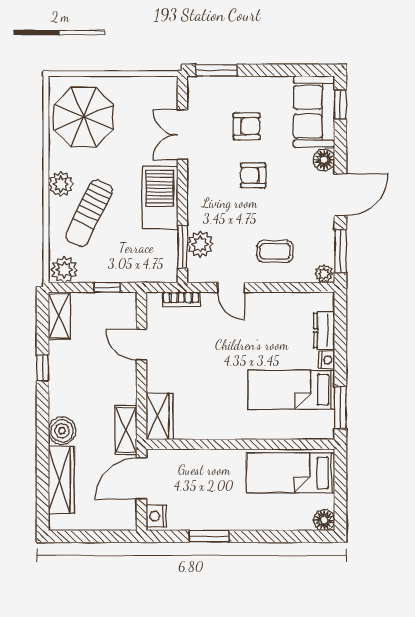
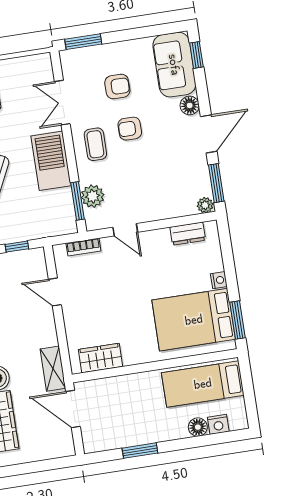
coffee table: (275, 251) -> (95, 144), moved, turned 90
dresser: (324, 330) -> (188, 234), moved, turned -90
bed: (291, 390) -> (194, 320), width x1.50
wardrobe: (160, 416) -> (101, 358), moved, turned -90
door: (141, 478) -> (73, 409), hinge flipped
nightstand: (156, 516) -> (218, 424), moved, turned -90
floor lamp: (324, 520) -> (198, 427), moved

